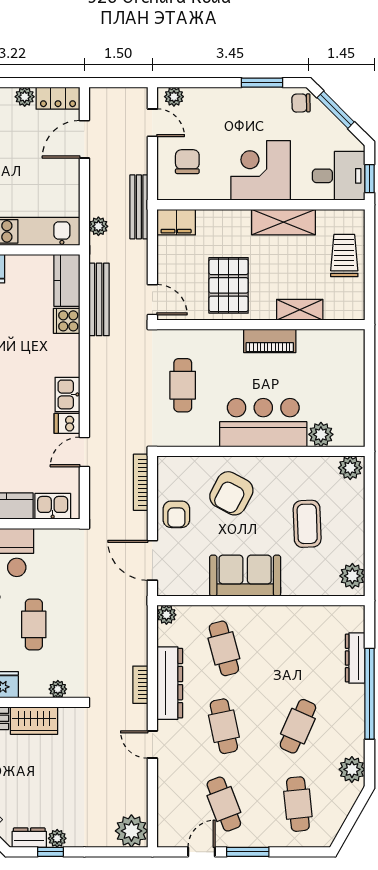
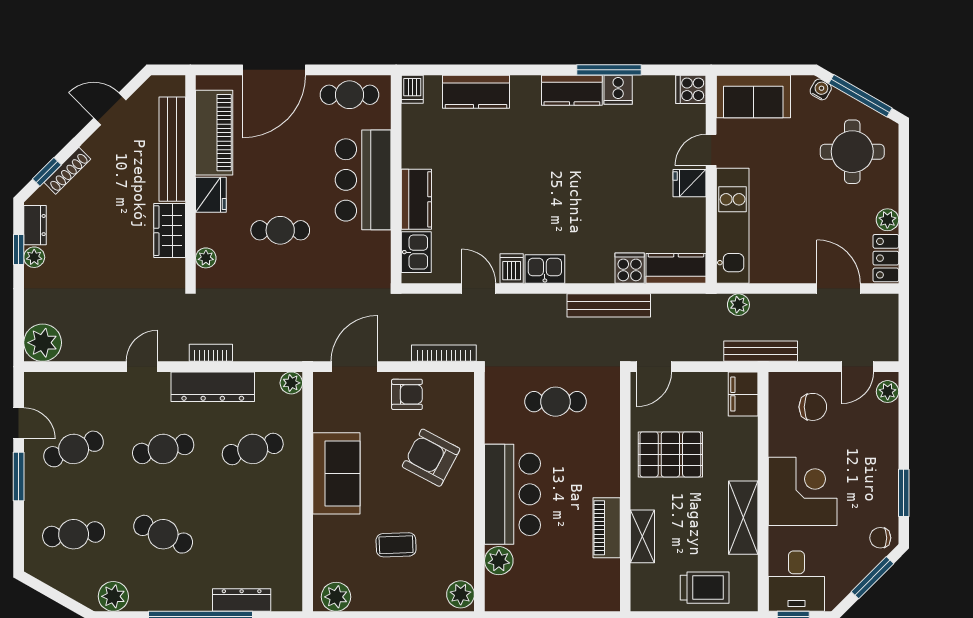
chair: (301, 103) -> (880, 538), turned -89
bench: (99, 299) -> (609, 305), moved
piano: (270, 341) -> (607, 528), moved
armchair: (176, 514) -> (407, 394), turned 180
coffee table: (307, 524) -> (396, 545), width x0.73, depth x0.77

